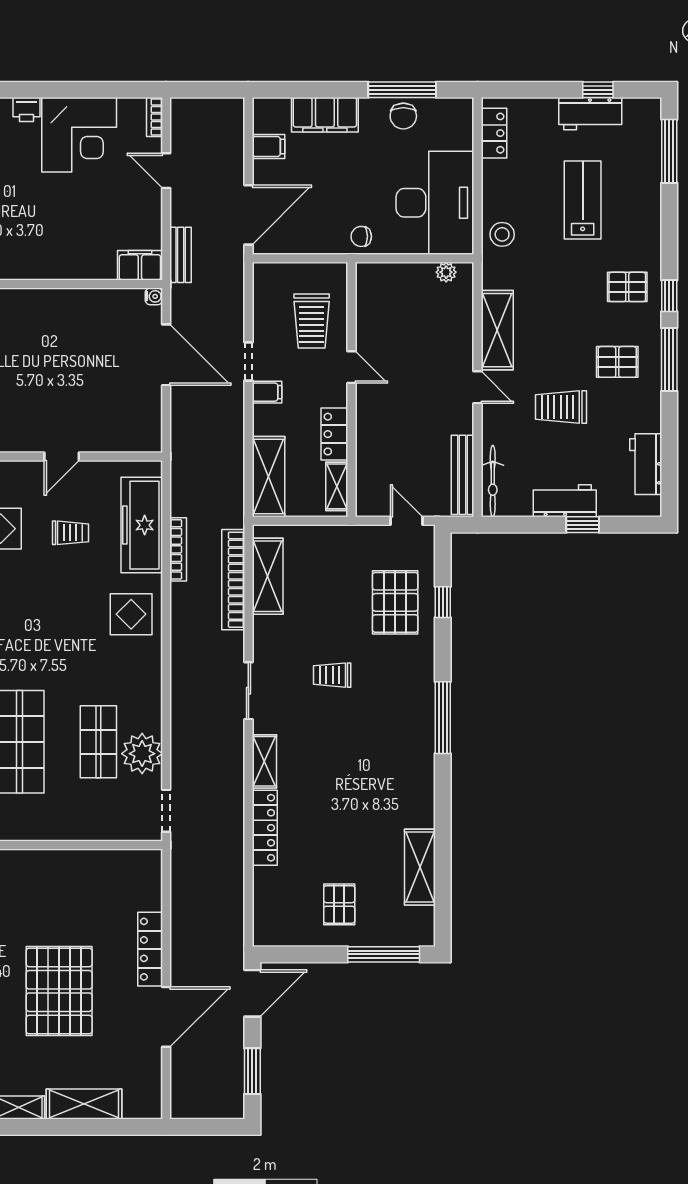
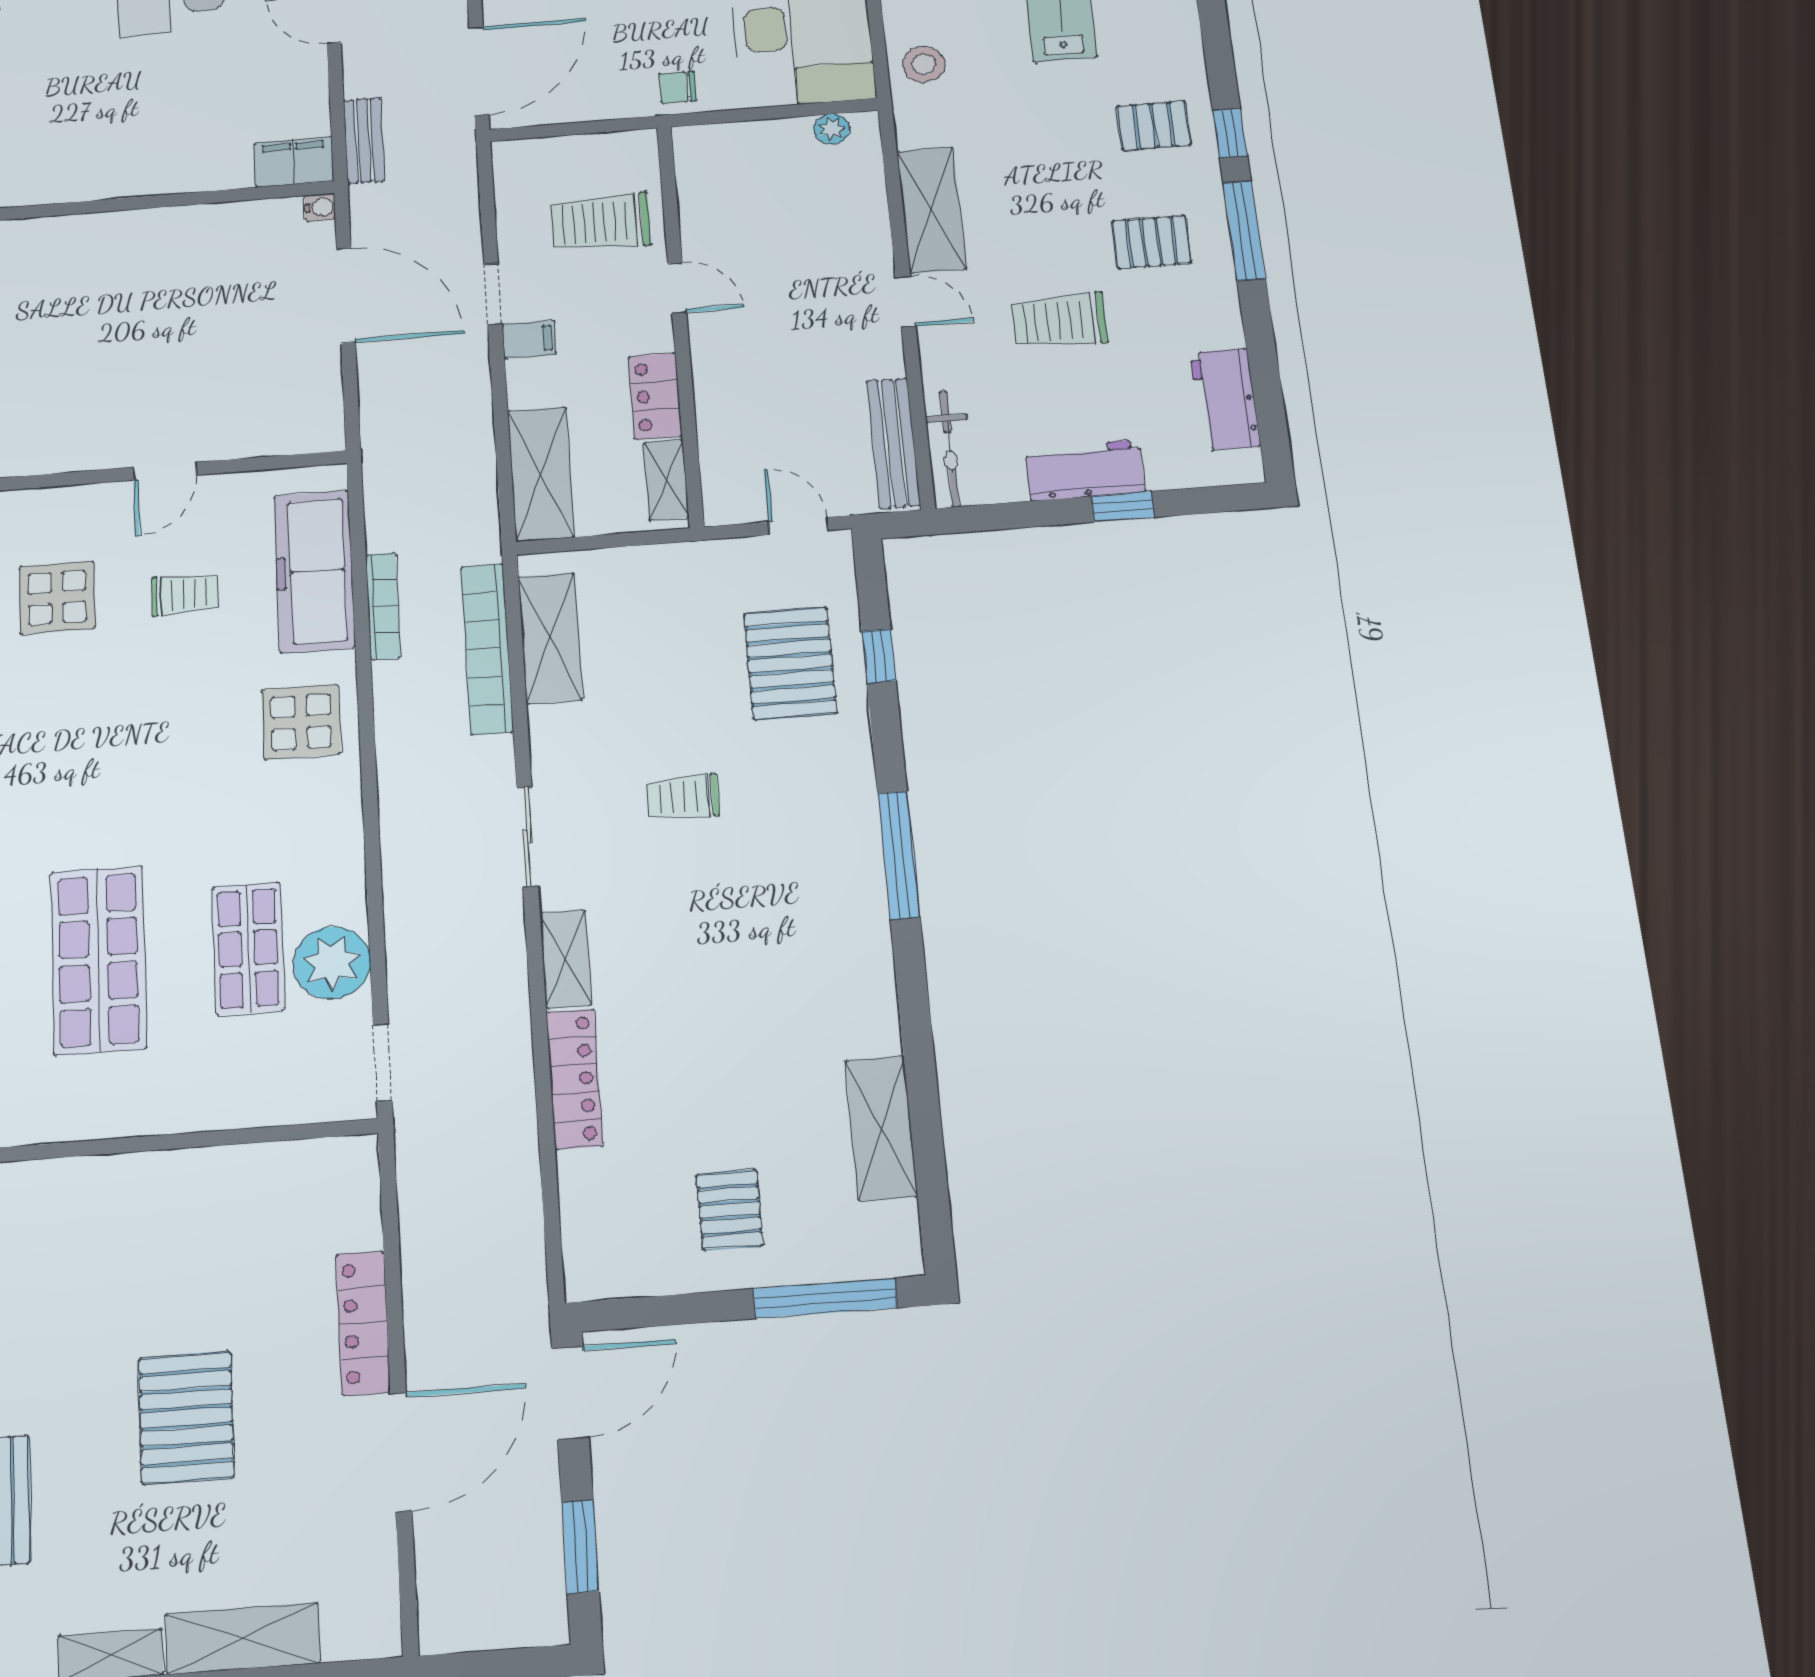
trolley: (312, 321) -> (601, 222), turned 90
pallet: (59, 991) -> (186, 1417), width x0.73, depth x0.71

